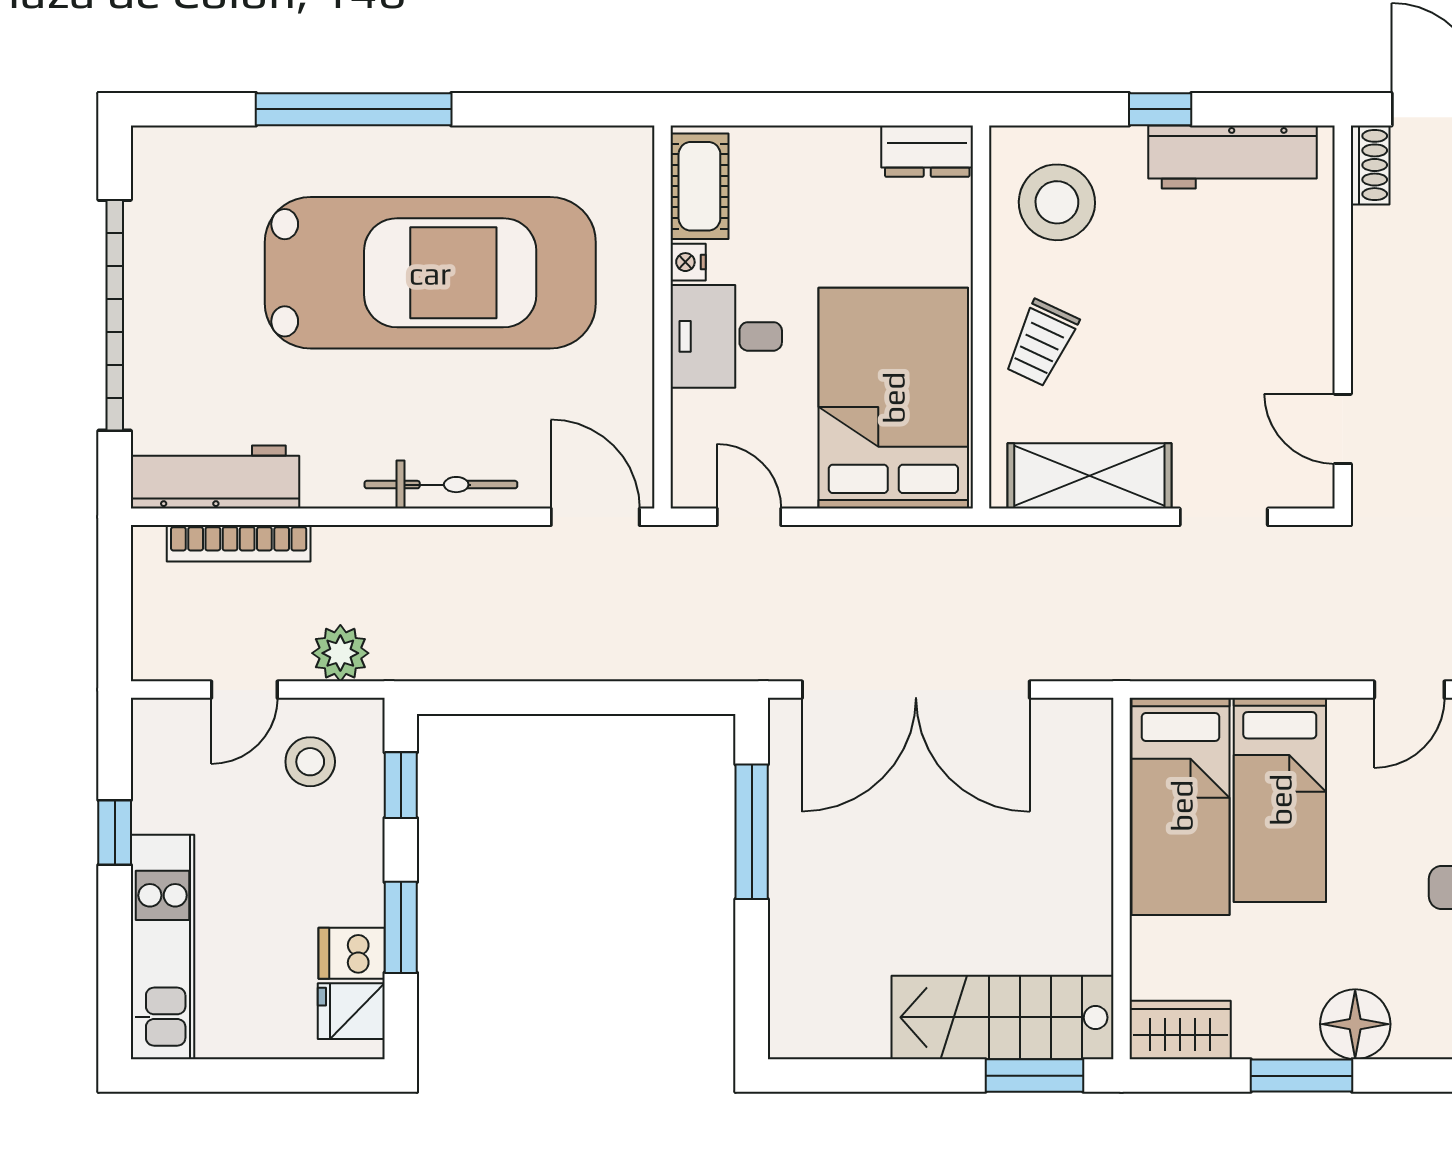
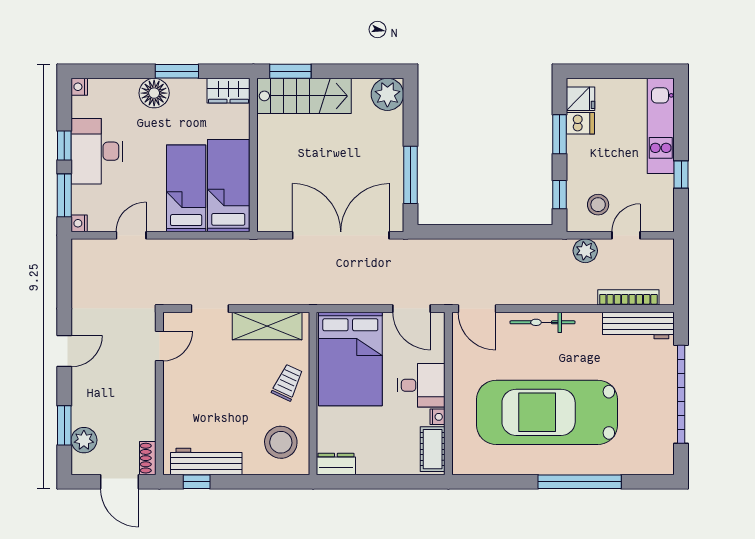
window: (1160, 109) -> (197, 482), moved
door: (1343, 429) -> (159, 346), hinge flipped
door: (749, 517) -> (412, 309), width x1.38
plant: (806, 1021) -> (387, 94), added

